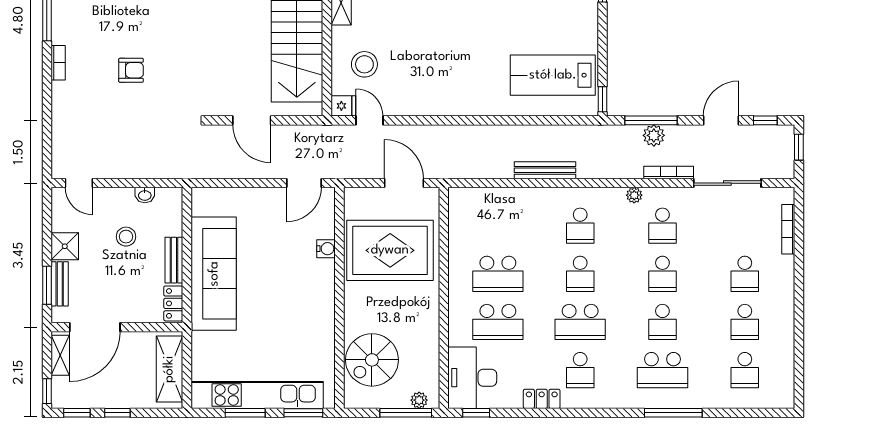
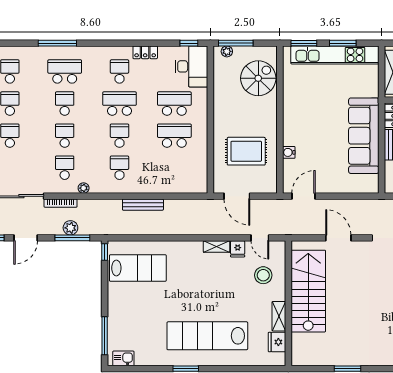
fridge: (343, 106) -> (238, 249), moved, turned -90
shelving: (435, 107) -> (217, 247), added
rug: (390, 250) -> (246, 151), width x0.73, depth x0.69

